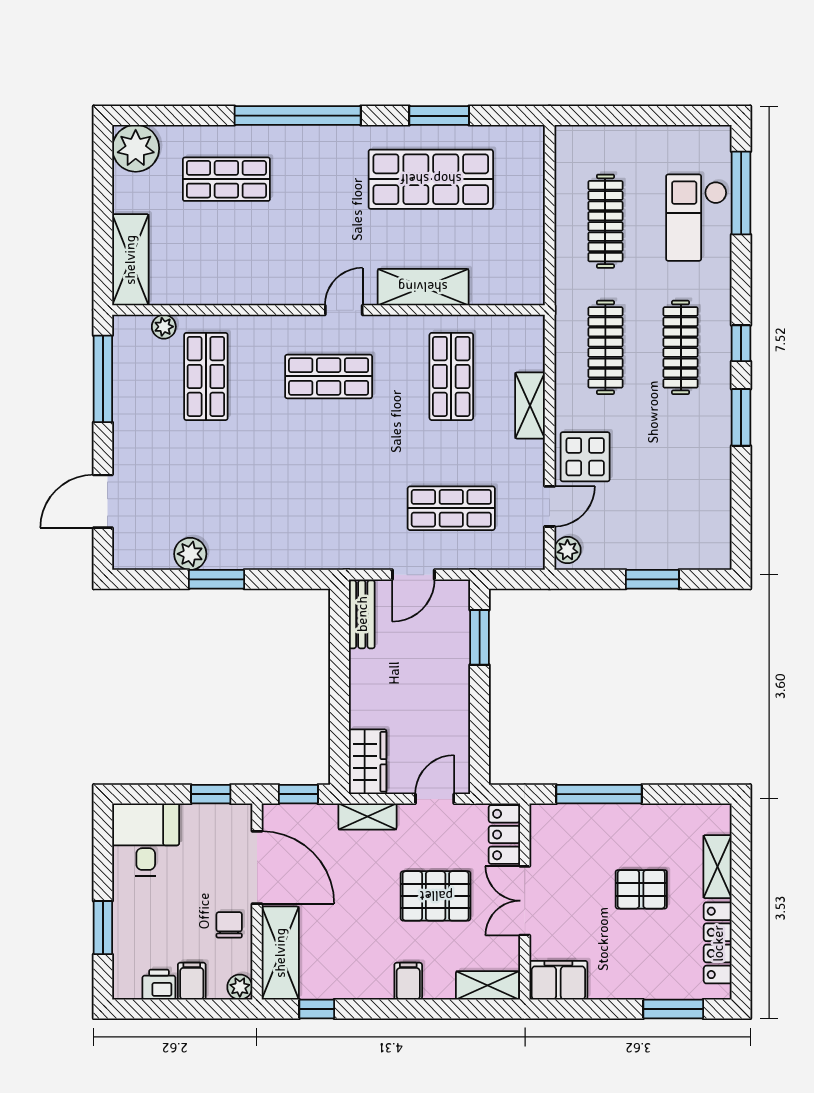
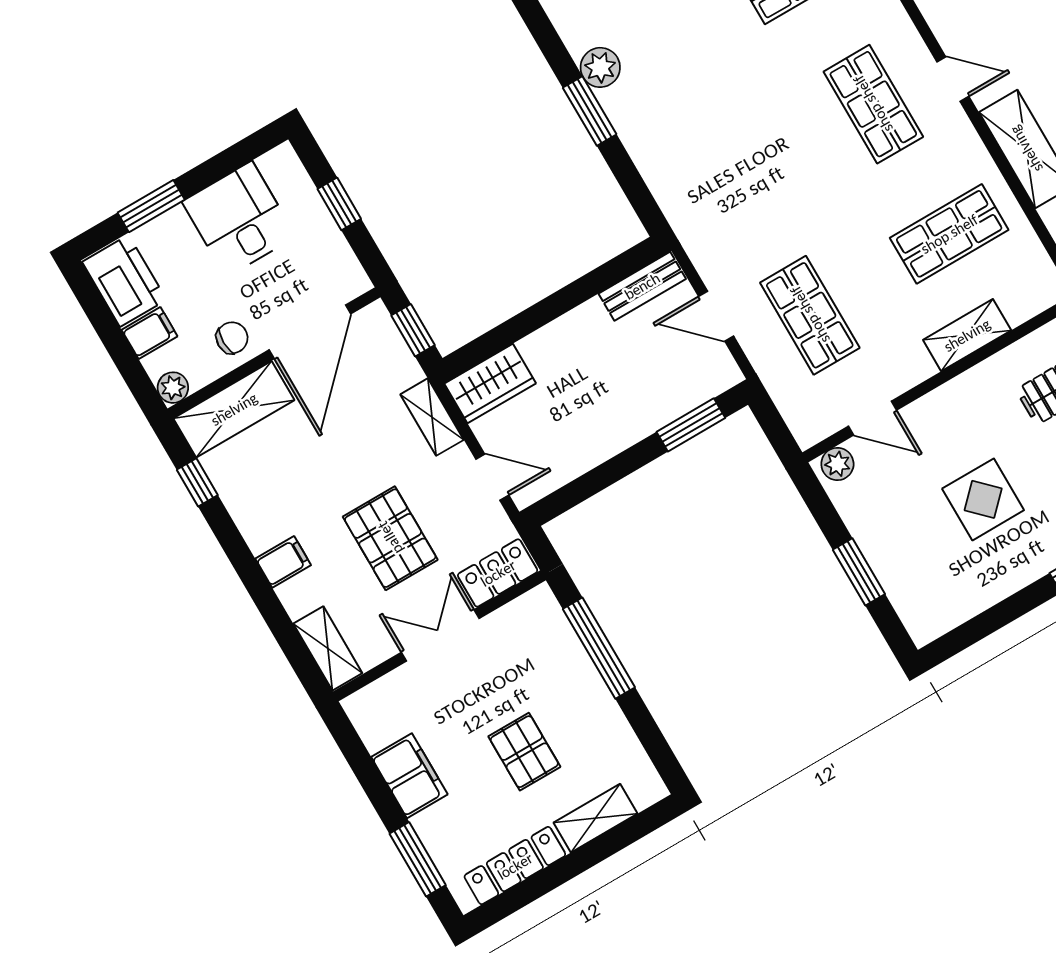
display table: (585, 457) -> (983, 499), moved
window: (211, 794) -> (339, 204), moved
desk: (146, 840) -> (239, 219), moved, turned -90
filing cabinet: (558, 980) -> (409, 776), moved
printer: (159, 985) -> (124, 281), width x1.87, depth x1.48

